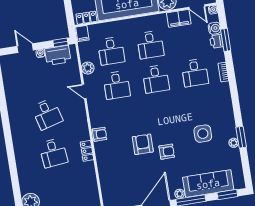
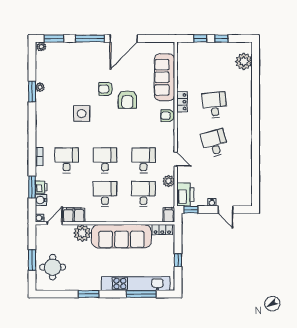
door: (197, 7) -> (55, 223), hinge flipped
printer: (58, 55) -> (185, 195), moved, turned 90
side table: (203, 134) -> (82, 114), moved
sofa: (208, 184) -> (165, 77), moved, turned 90
plant: (180, 194) -> (41, 47), moved

